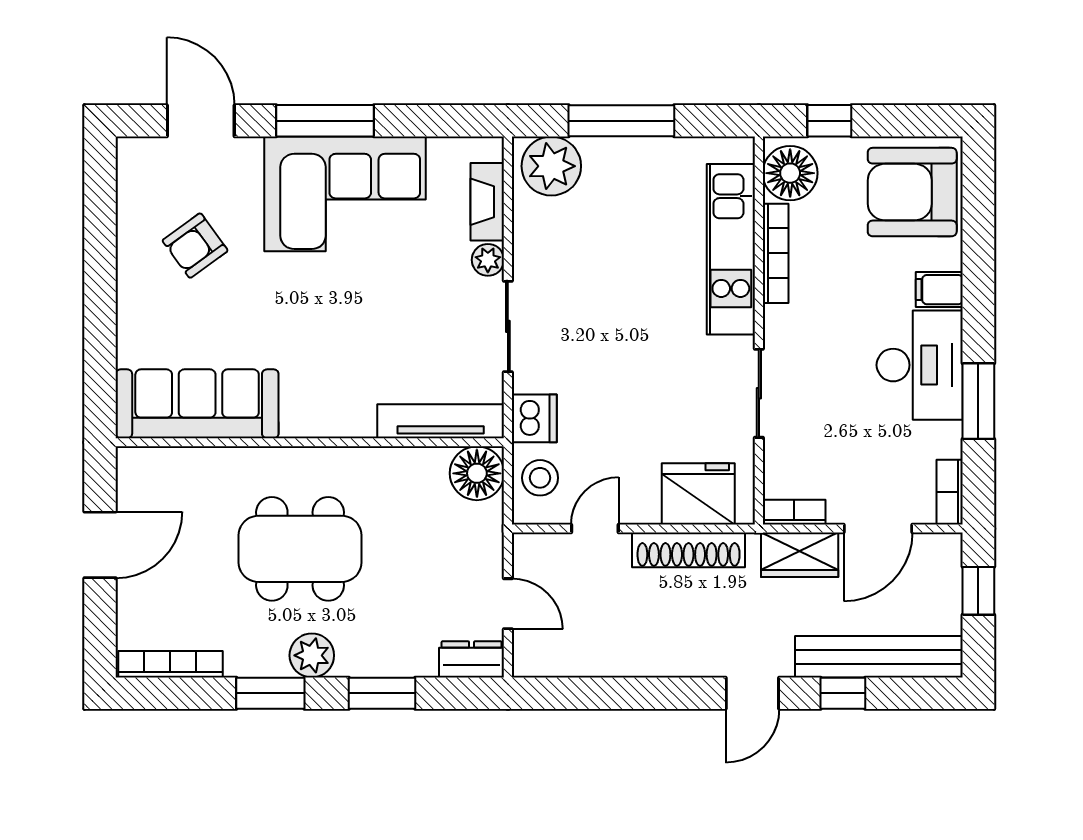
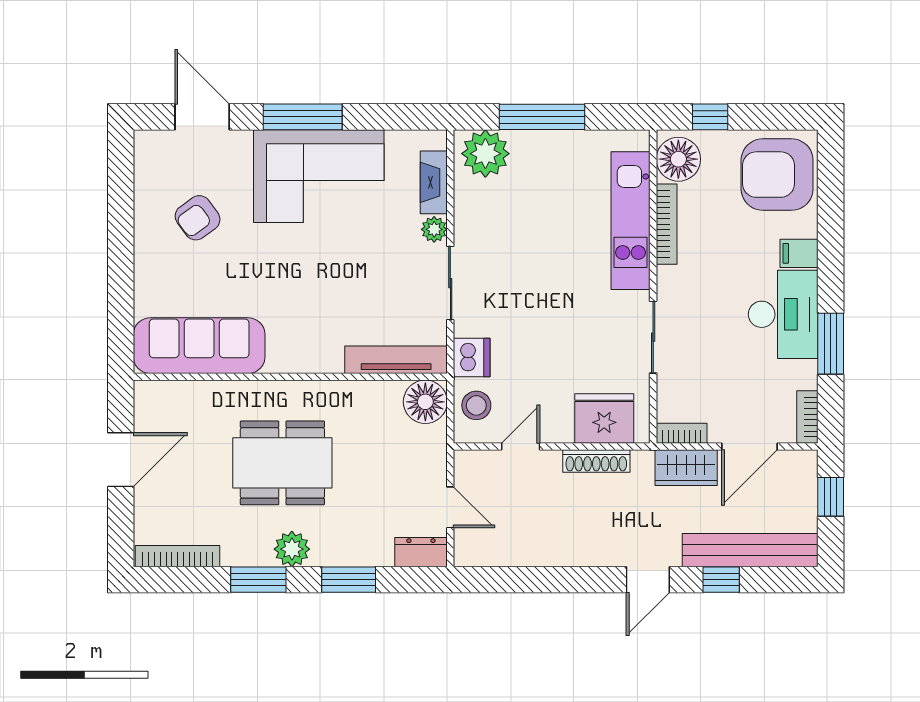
shoe rack: (689, 550) -> (596, 461), width x0.74, depth x0.81

